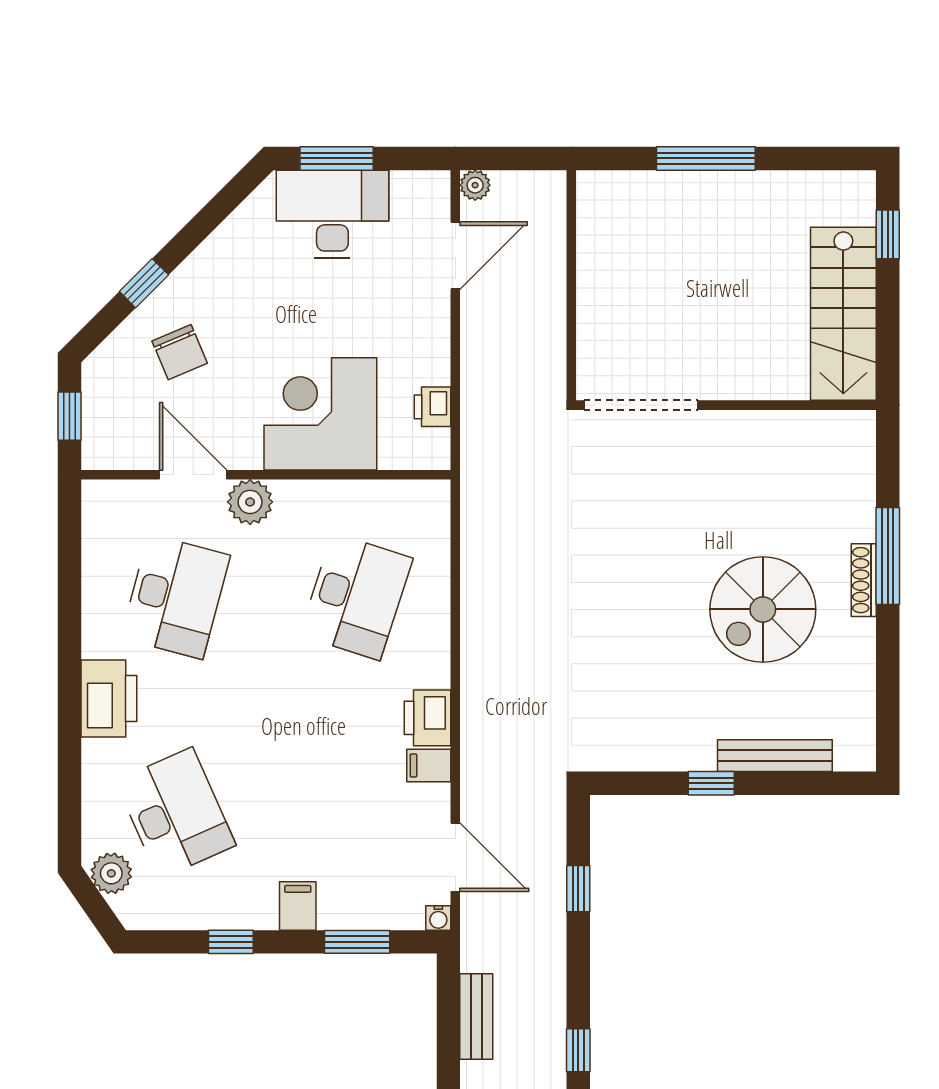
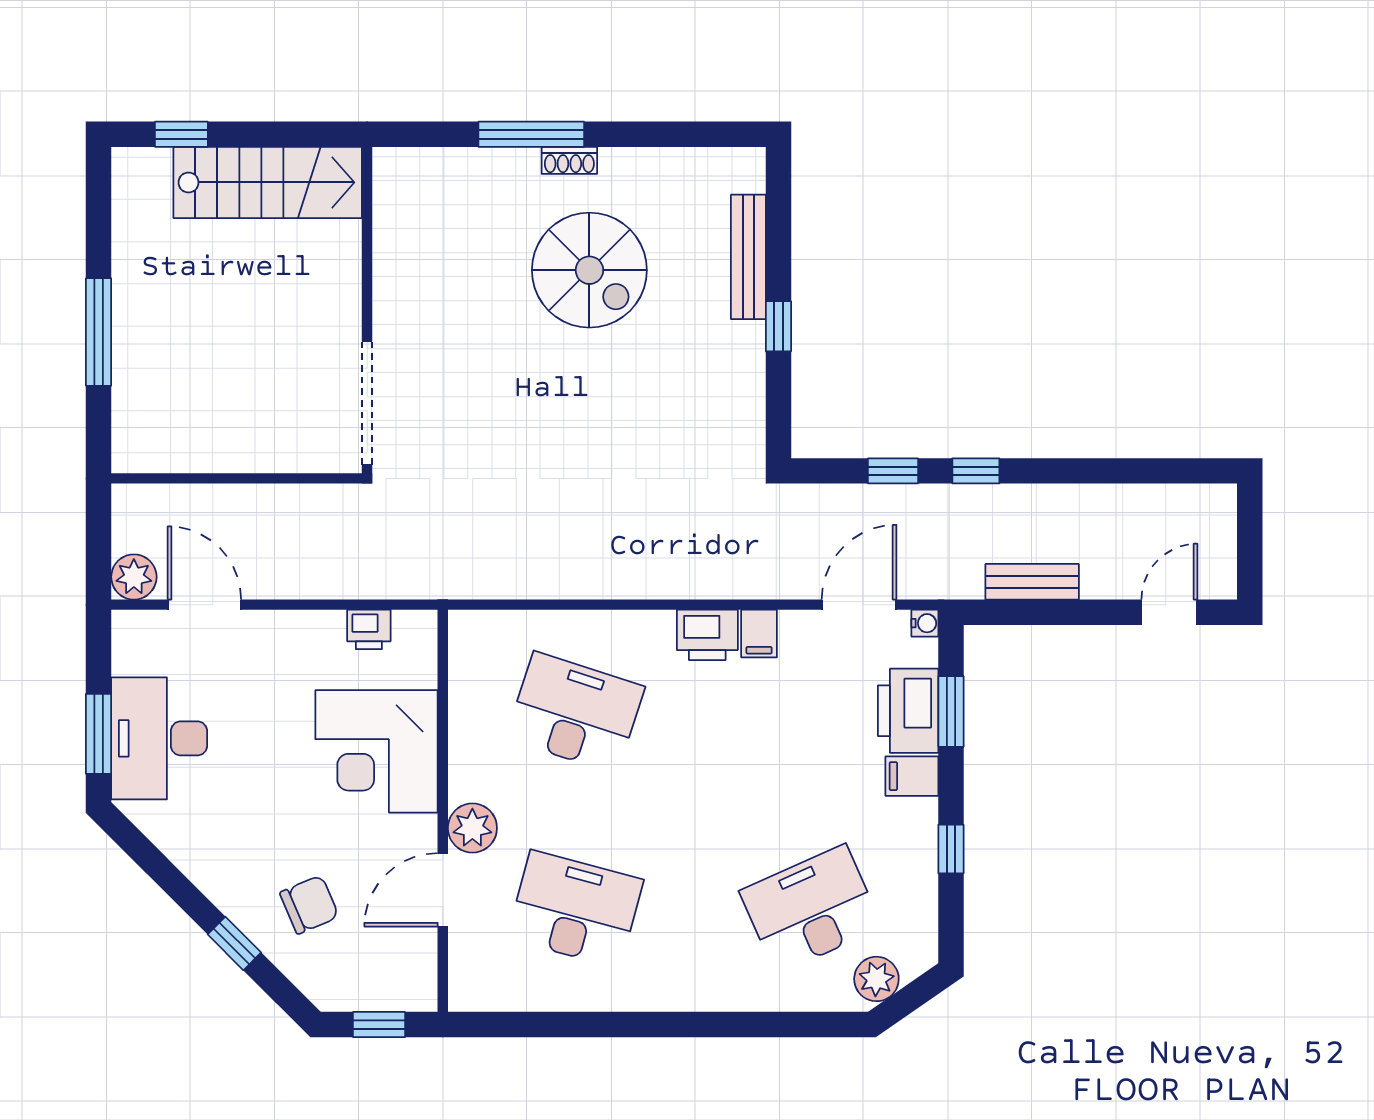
plant: (475, 185) -> (134, 577), width x1.38, depth x1.38
shoe rack: (864, 580) -> (569, 160), width x0.70
printer: (109, 699) -> (908, 711), moved, turned -90
window: (578, 1050) -> (976, 471), moved

